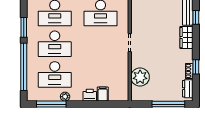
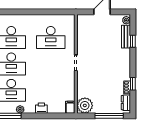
wardrobe: (186, 38) -> (125, 59), removed
plant: (140, 77) -> (85, 105), moved
filing cabinet: (103, 94) -> (70, 107), moved

